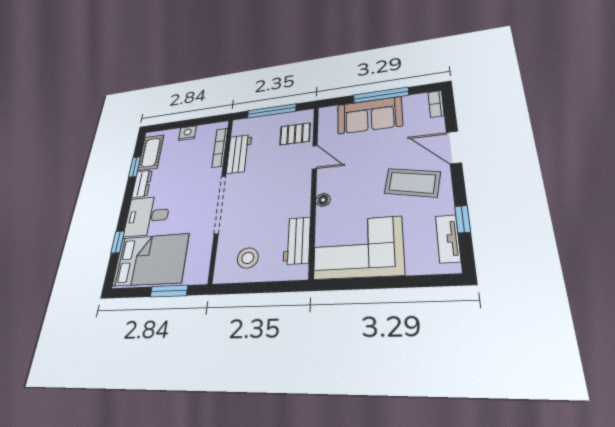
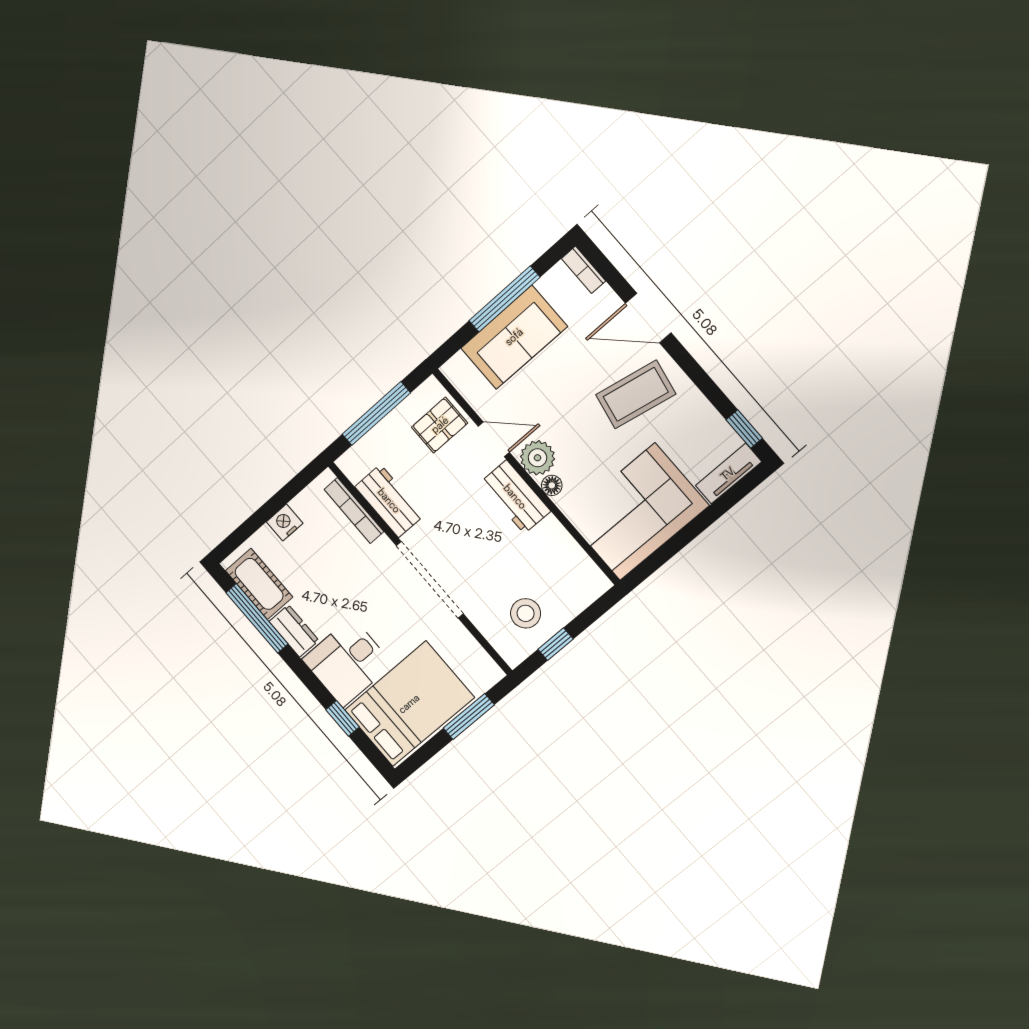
window: (135, 167) -> (257, 618), width x2.17
plant: (328, 181) -> (538, 458), added
window: (463, 219) -> (744, 429), moved
tv unit: (448, 239) -> (728, 474), moved, turned 90
workbench: (297, 241) -> (515, 497), moved
window: (247, 288) -> (556, 644), added

